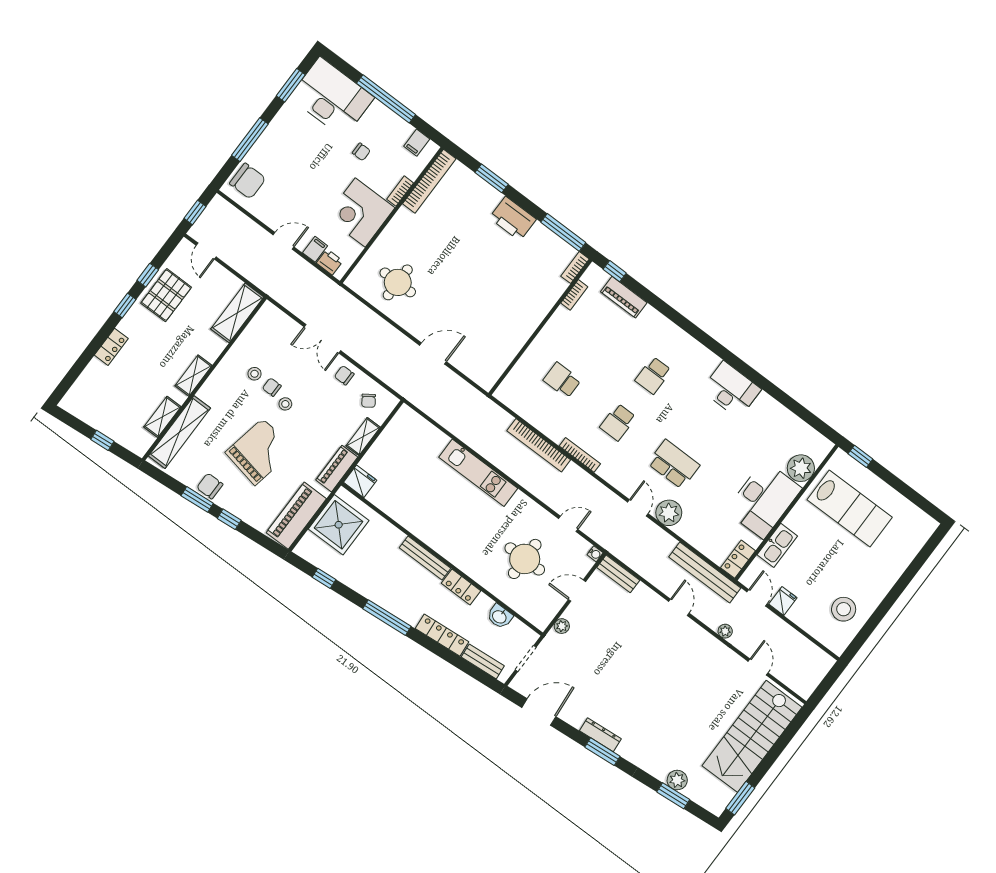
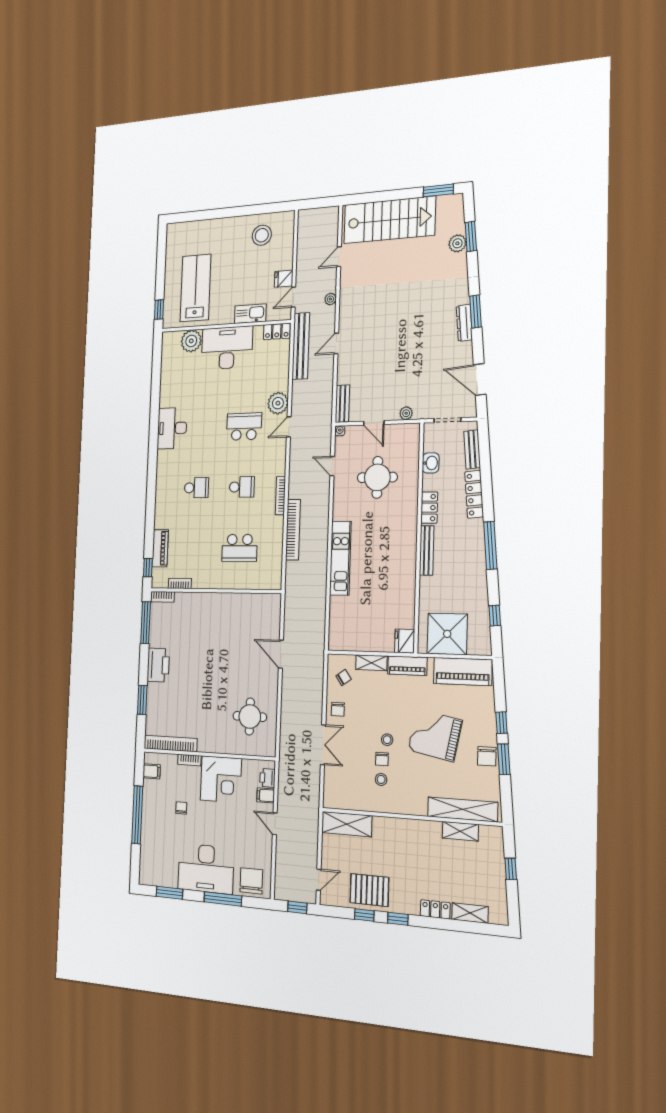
desk: (332, 97) -> (206, 869), moved, turned -90
shelving: (194, 376) -> (470, 913), moved
school desk: (562, 380) -> (240, 548), width x1.85
school desk: (674, 464) -> (244, 426), turned 90

